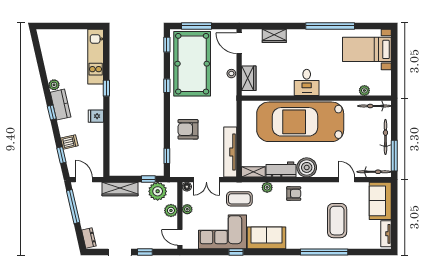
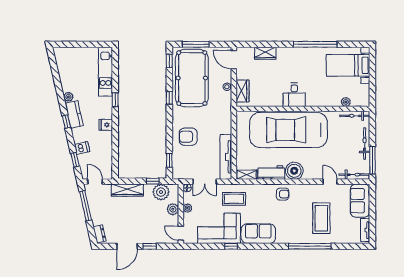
plant: (267, 187) -> (259, 189), removed

